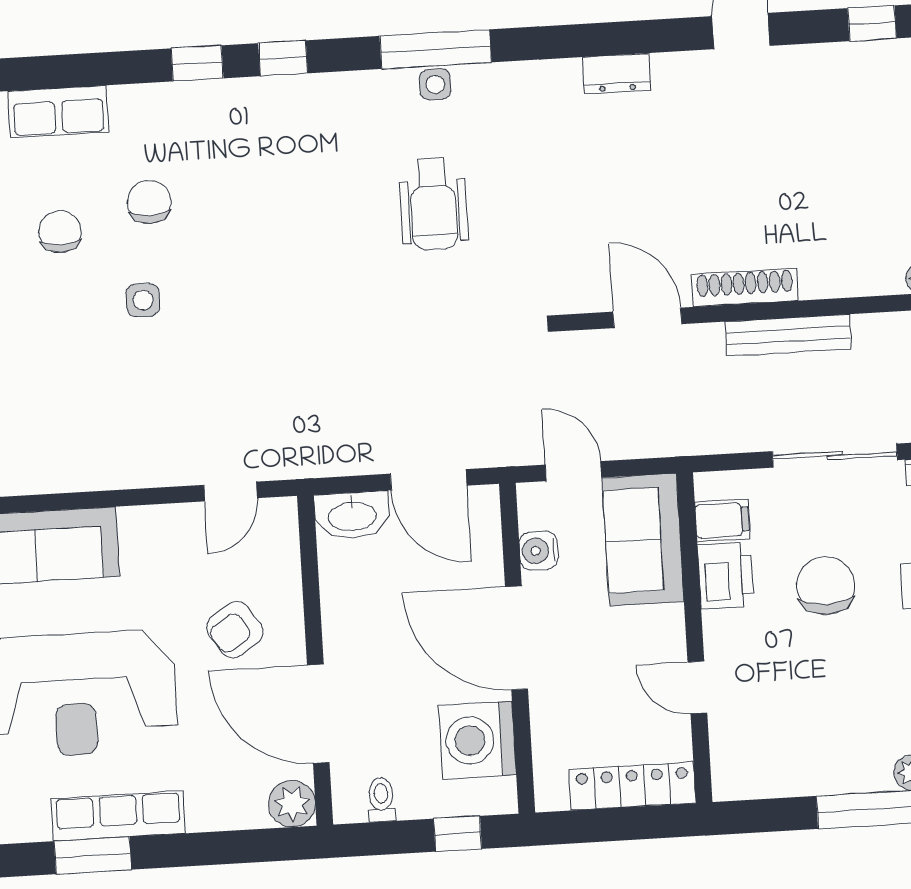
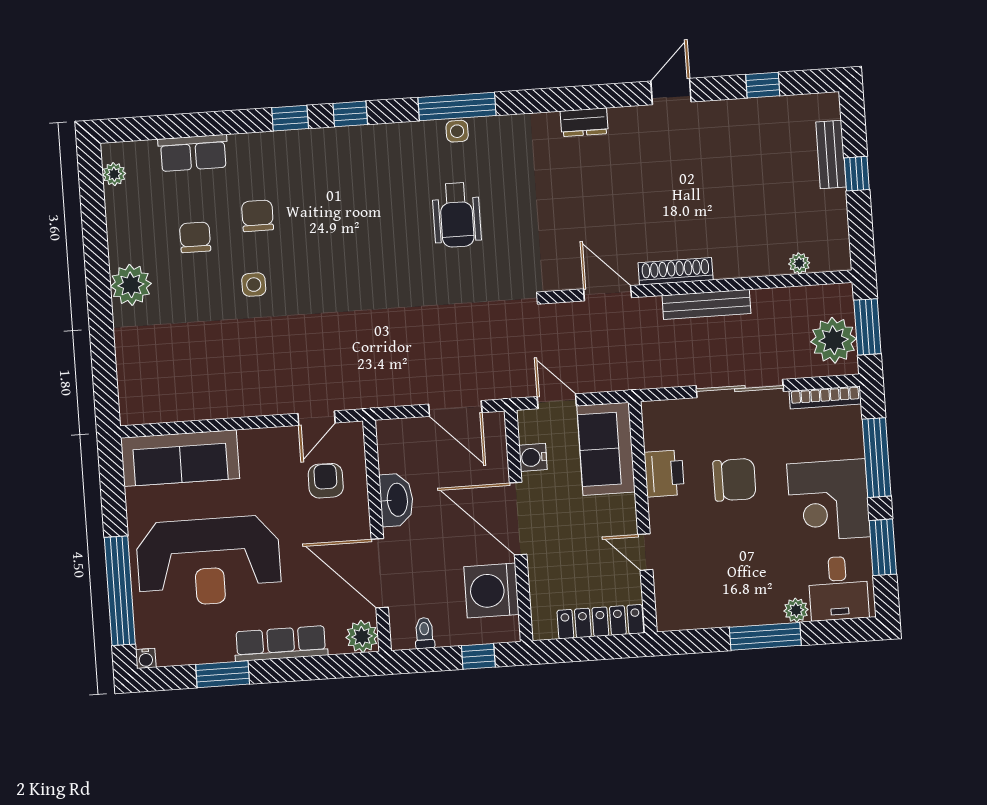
washbasin: (352, 515) -> (396, 500), moved, turned -90
filing cabinet: (722, 520) -> (661, 435), removed
chair: (826, 586) -> (734, 480), turned 90
armchair: (235, 630) -> (326, 481), moved, turned 123
row of seats: (118, 816) -> (281, 644), moved

